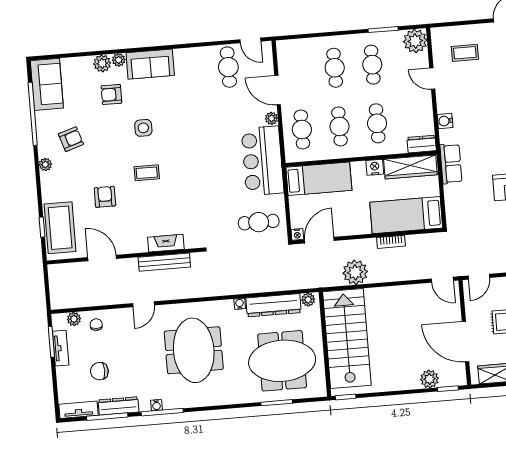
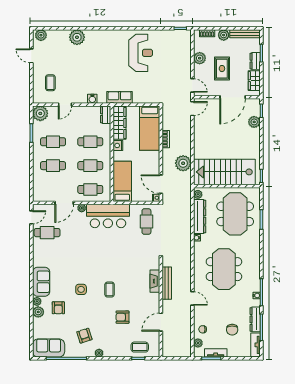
coffee table: (60, 228) -> (140, 347), width x0.54, depth x0.58
meeting table: (194, 350) -> (224, 269), turned 90

